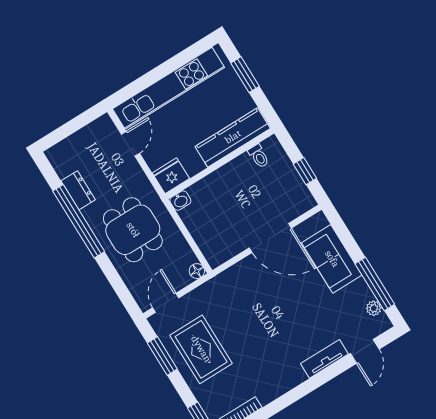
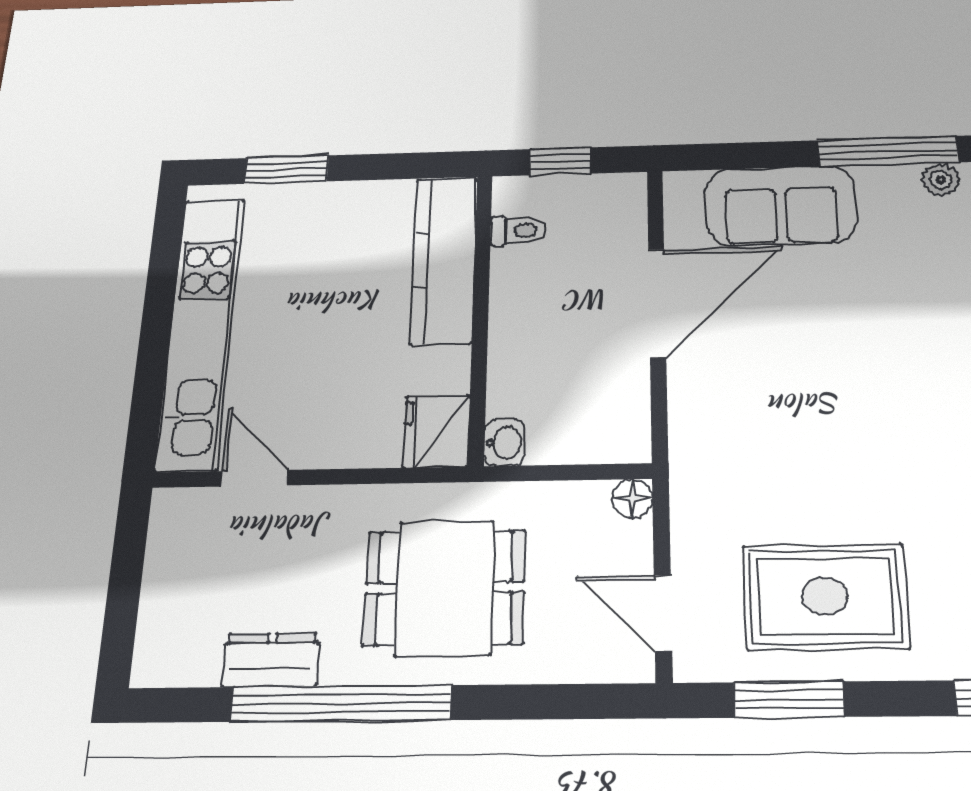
kitchen counter: (233, 137) -> (444, 260), moved
toilet: (259, 156) -> (518, 231), moved
wall: (220, 164) -> (480, 316), moved
fridge: (171, 176) -> (437, 431), moved
washbasin: (180, 201) -> (504, 442), moved

